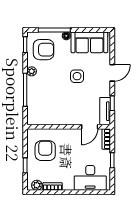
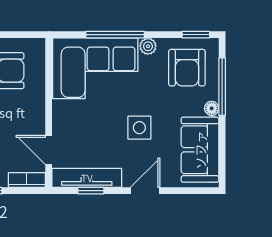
door: (112, 73) -> (145, 191), swing flipped
corner sofa: (44, 101) -> (95, 68), added
tv unit: (105, 111) -> (87, 178), width x1.41

